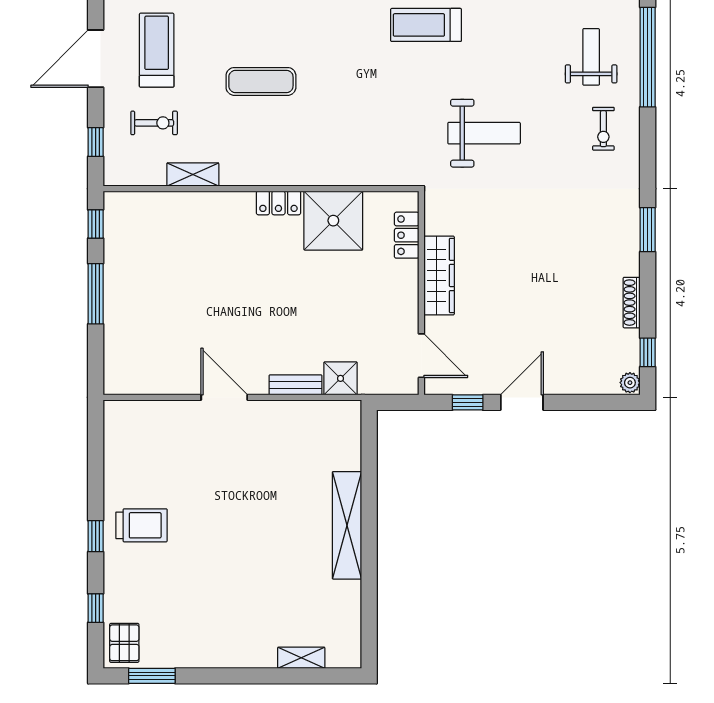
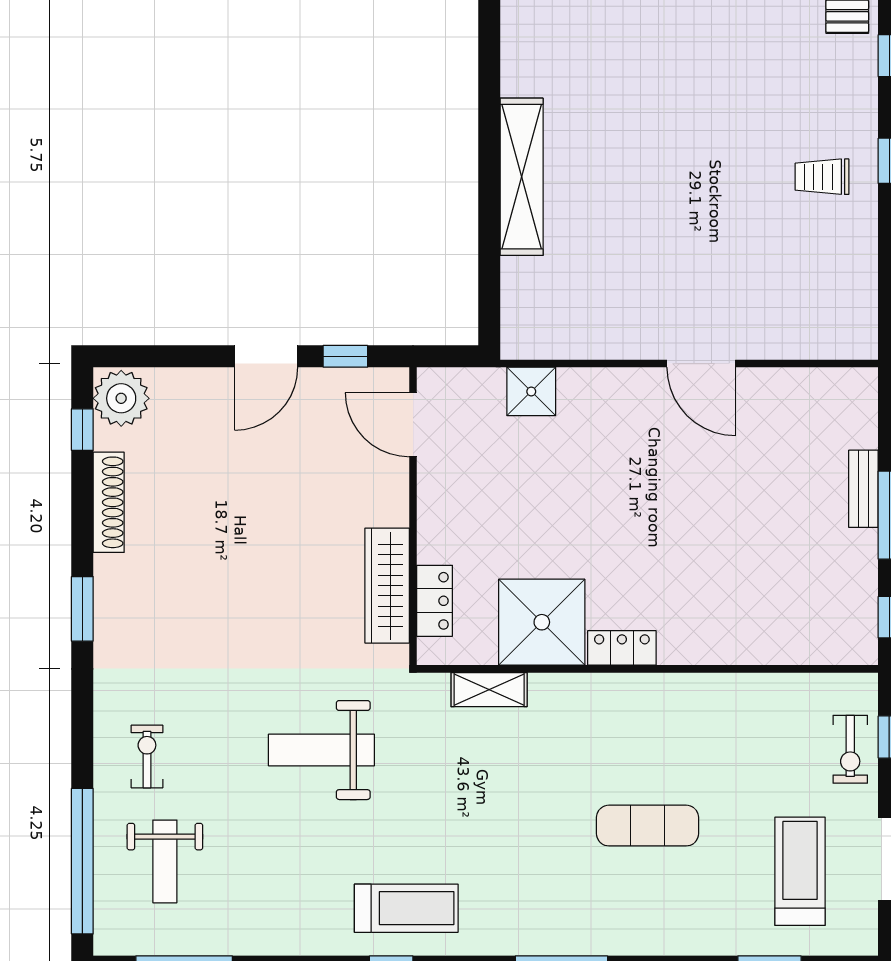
treadmill: (157, 50) -> (800, 871), turned 180
exercise bike: (154, 123) -> (850, 749), moved, turned -90
shelving: (193, 174) -> (489, 690), moved
wardrobe: (439, 275) -> (387, 586), moved
shoe rack: (632, 303) -> (109, 502), width x1.36, depth x1.24
plant: (630, 383) -> (121, 398), width x1.88, depth x1.88
bench: (295, 385) -> (863, 489), moved, turned 90
trolley: (142, 525) -> (822, 177), width x0.73, depth x0.72

